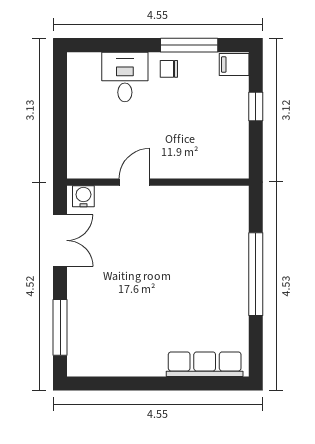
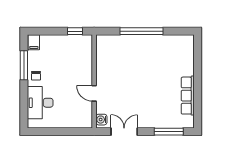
desk: (125, 77) -> (40, 103), width x1.37
window: (256, 106) -> (75, 31), moved
row of seats: (205, 364) -> (188, 96), moved

